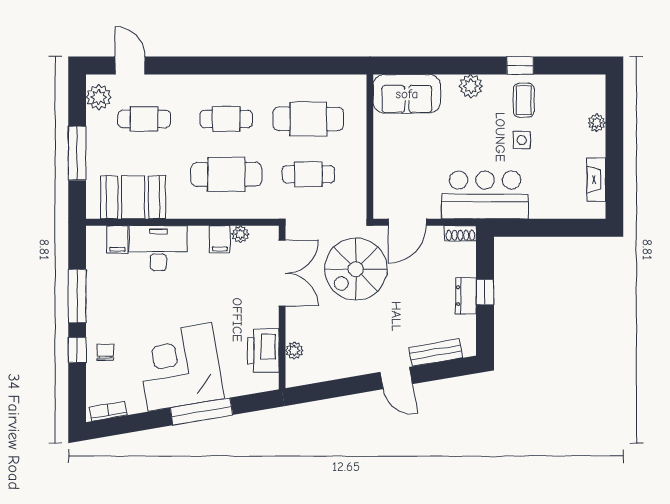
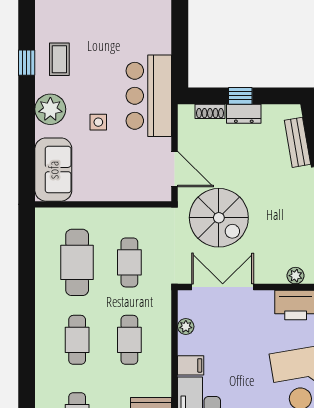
plant: (471, 86) -> (50, 109), width x1.36, depth x1.36
coffee table: (524, 100) -> (59, 59), turned 90
side table: (522, 140) -> (98, 122), moved
cafe table: (226, 174) -> (129, 340), width x0.73, depth x0.74
shoe rack: (460, 233) -> (210, 111), moved, turned 90
filing cabinet: (220, 239) -> (191, 365), moved

